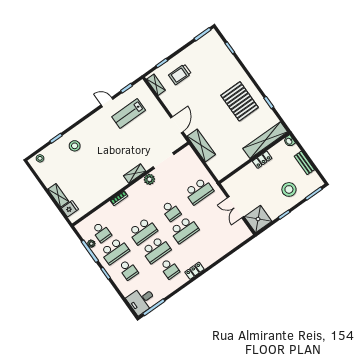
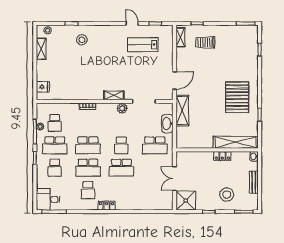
washbasin: (197, 165) -> (167, 124), added
shelving: (58, 195) -> (41, 49), moved

